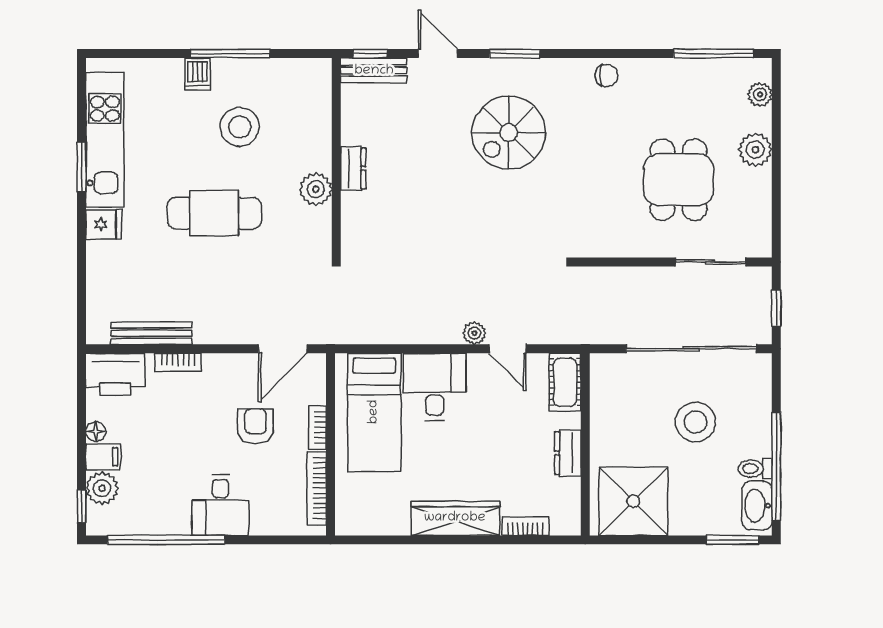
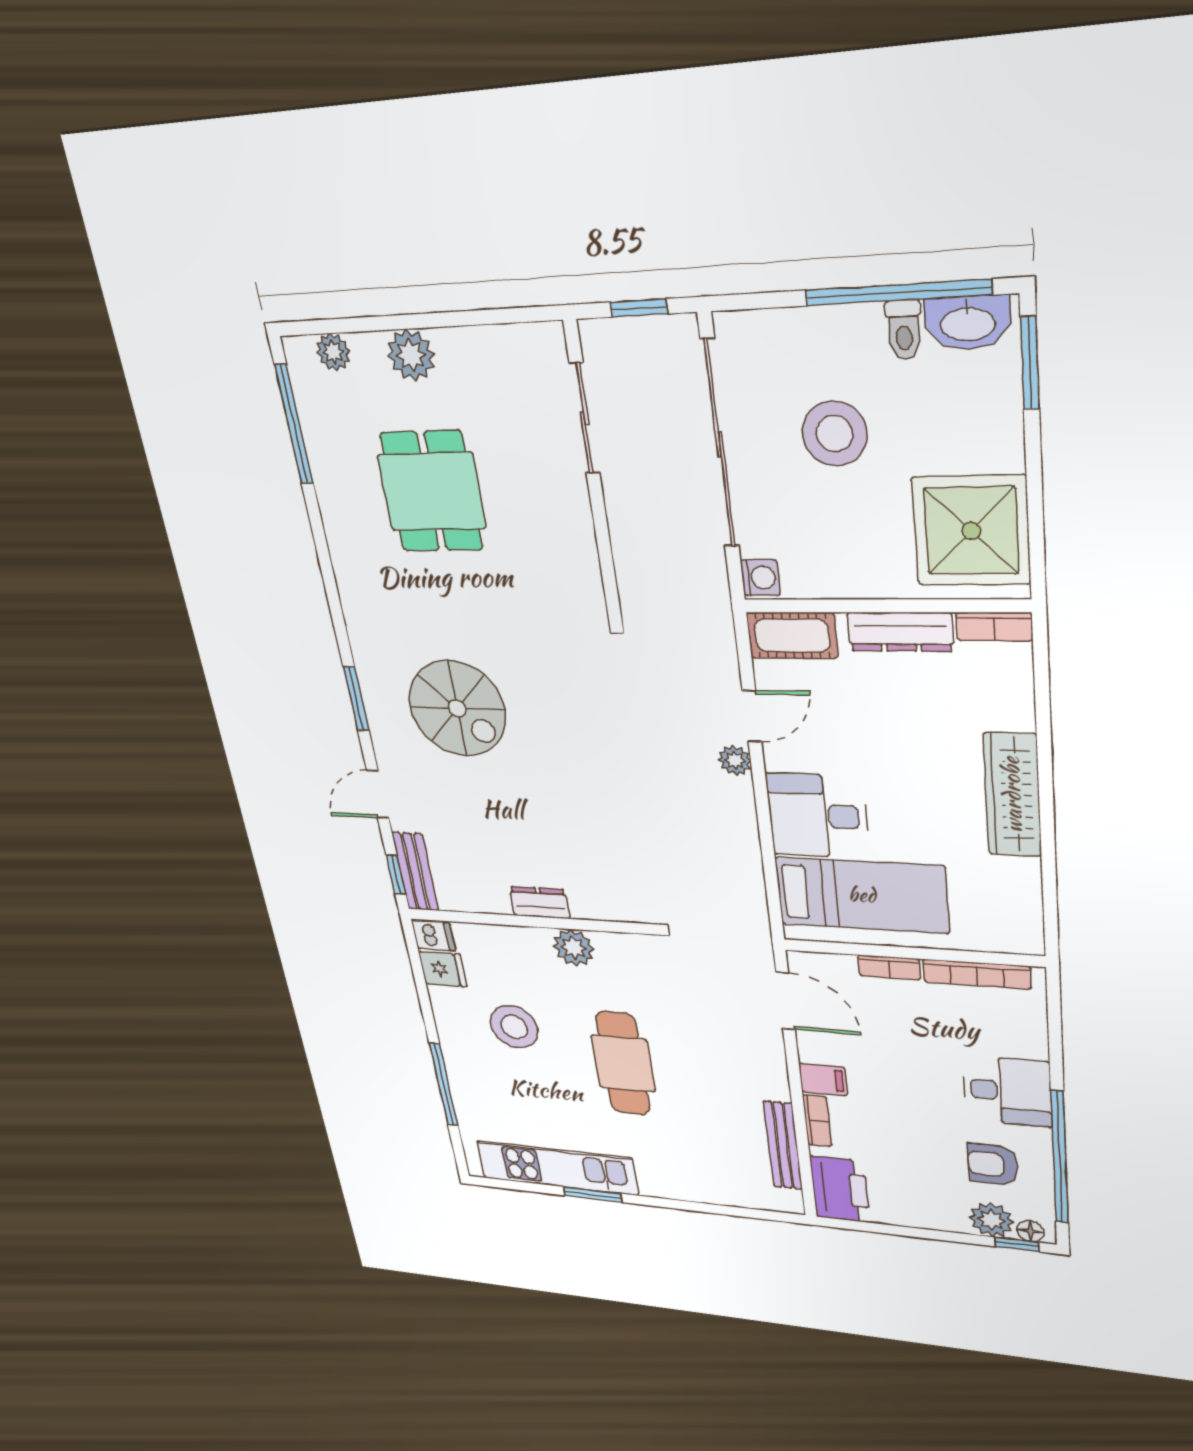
window: (230, 54) -> (444, 1085), moved
dishwasher: (197, 74) -> (434, 936), moved
chair: (606, 75) -> (357, 577), removed
dining table: (679, 180) -> (432, 492), moved, turned 90
fridge: (104, 224) -> (443, 969), moved, turned 90
washing machine: (604, 365) -> (760, 578), added
armchair: (255, 426) -> (993, 1164), moved
floor lamp: (96, 432) -> (1030, 1231), moved
dresser: (568, 453) -> (900, 632), width x1.44
filing cabinet: (103, 457) -> (823, 1080), moved, turned 90
bookcase: (525, 526) -> (994, 627), moved, turned -90

